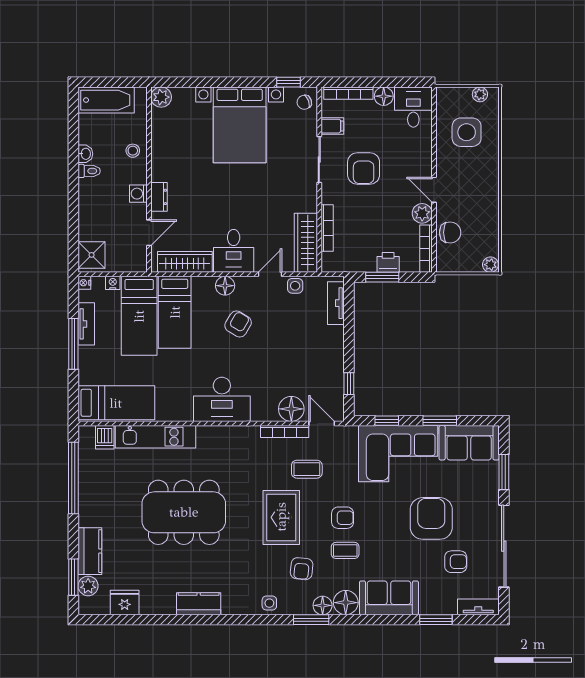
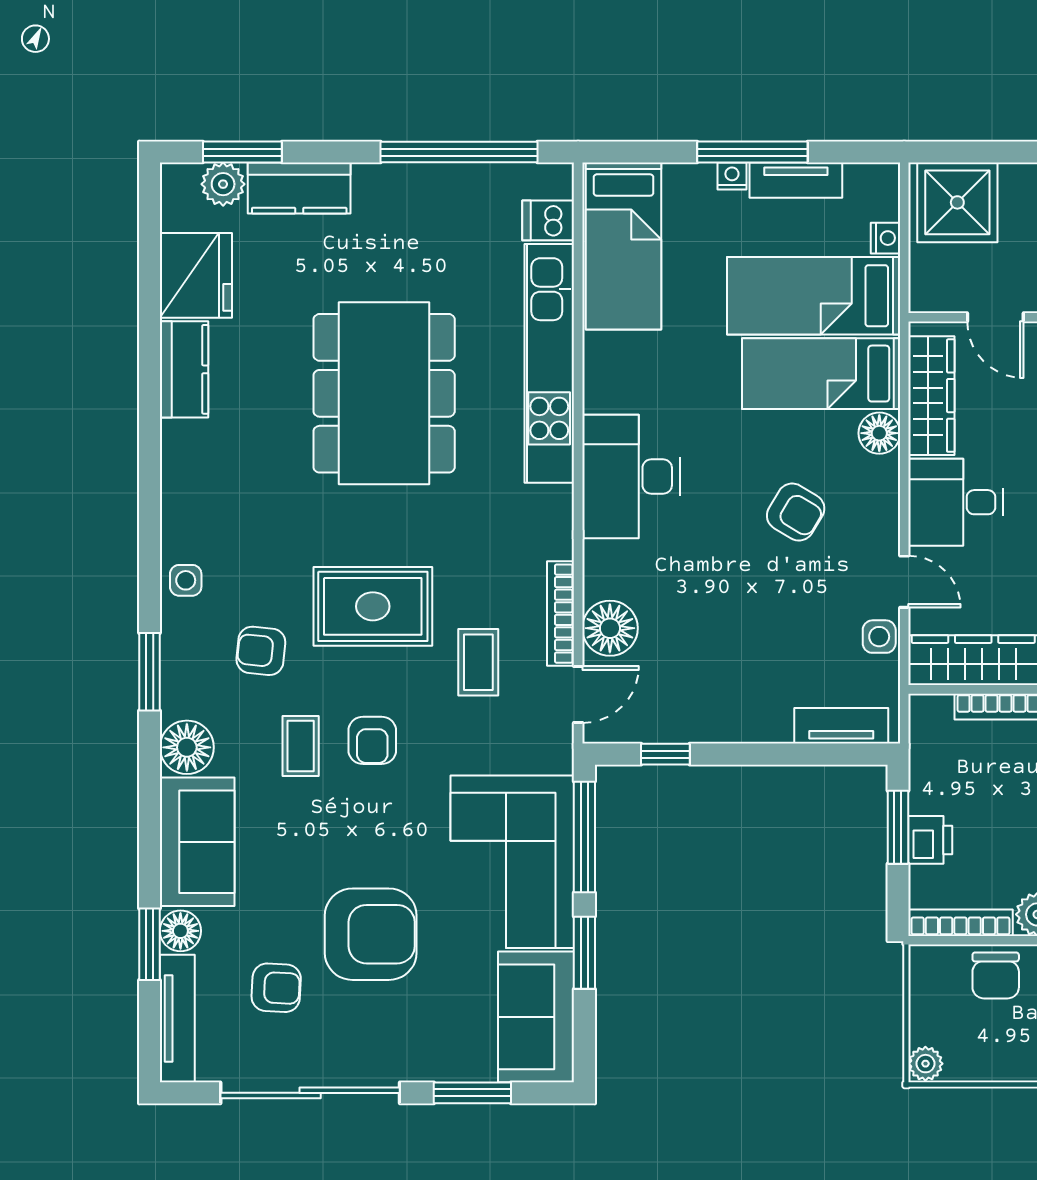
shower: (92, 255) -> (957, 202), width x1.36, depth x1.36
nightstand: (84, 283) -> (732, 176), moved
floor lamp: (225, 286) -> (879, 433), moved
window: (387, 421) -> (584, 837), width x2.17
kitchen unit: (155, 437) -> (549, 363), width x1.36
armchair: (456, 562) -> (276, 988), turned -87
fridge: (125, 603) -> (196, 275), width x1.36, depth x1.34
kitchen counter: (199, 604) -> (184, 369), moved
floor lamp: (323, 605) -> (180, 931), moved
tv unit: (478, 607) -> (177, 1019), width x1.41

